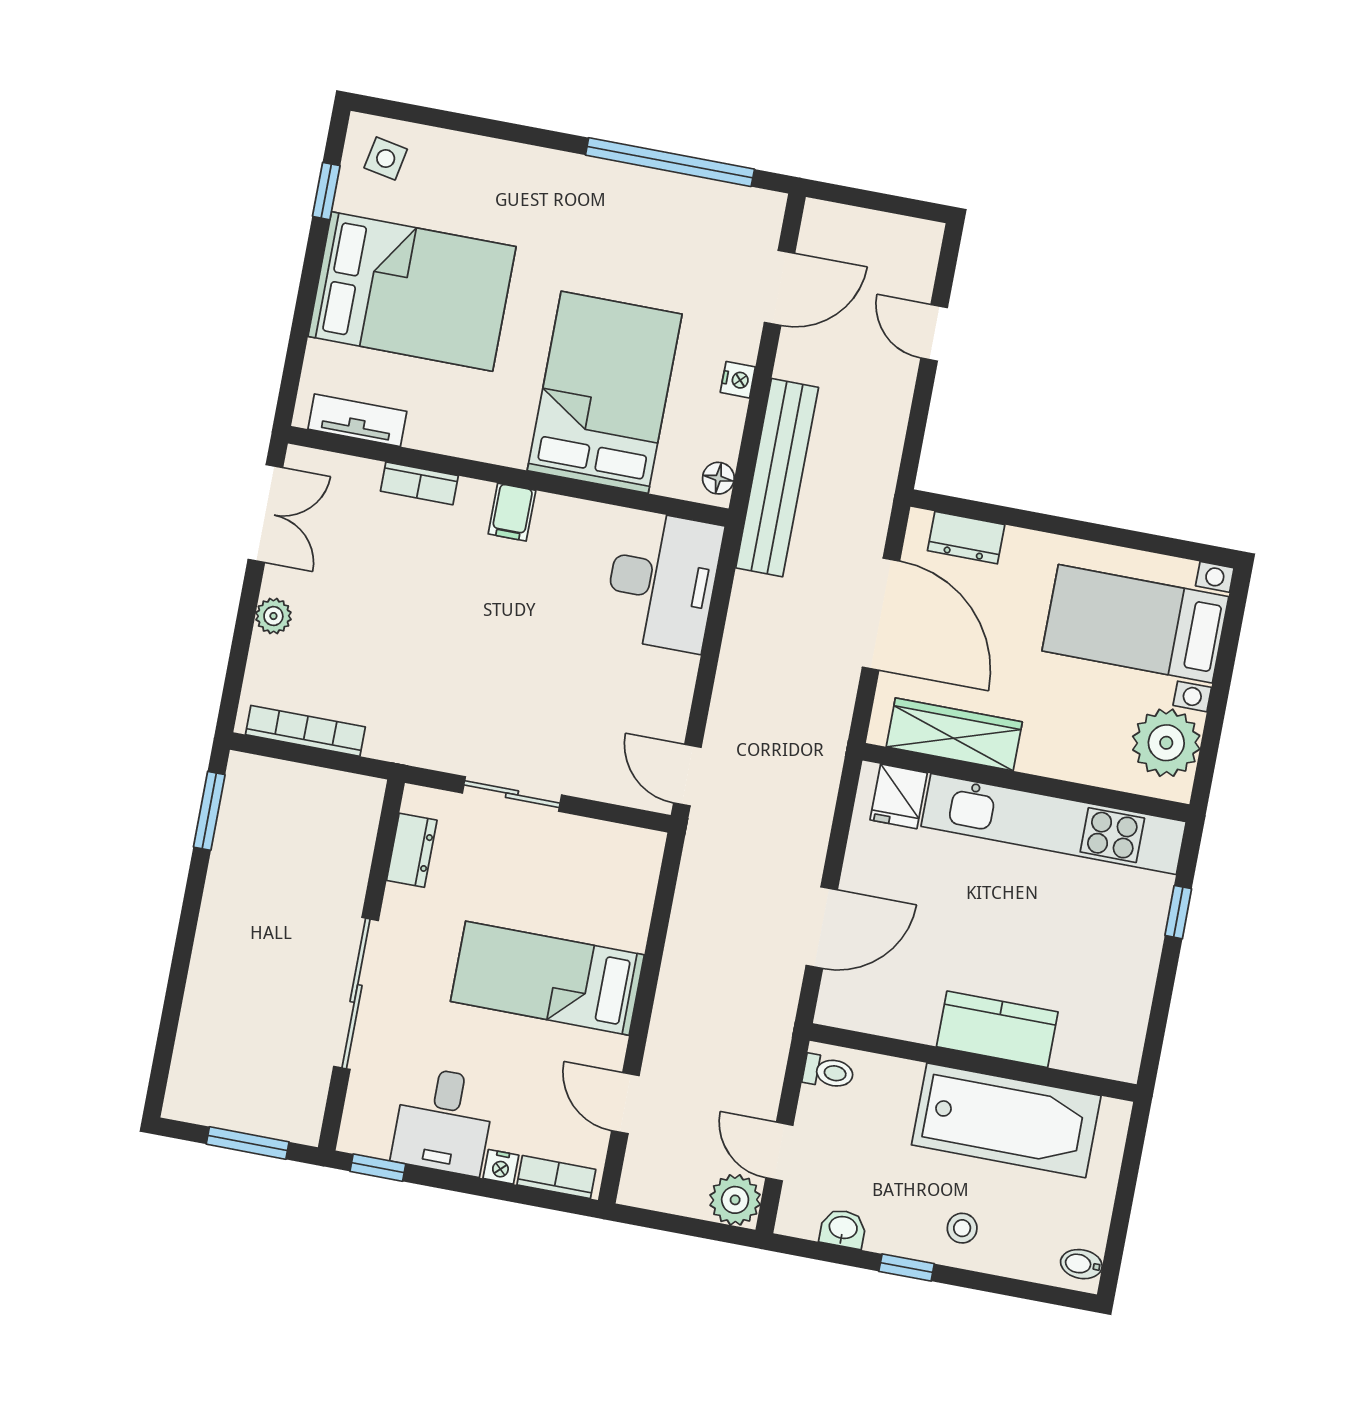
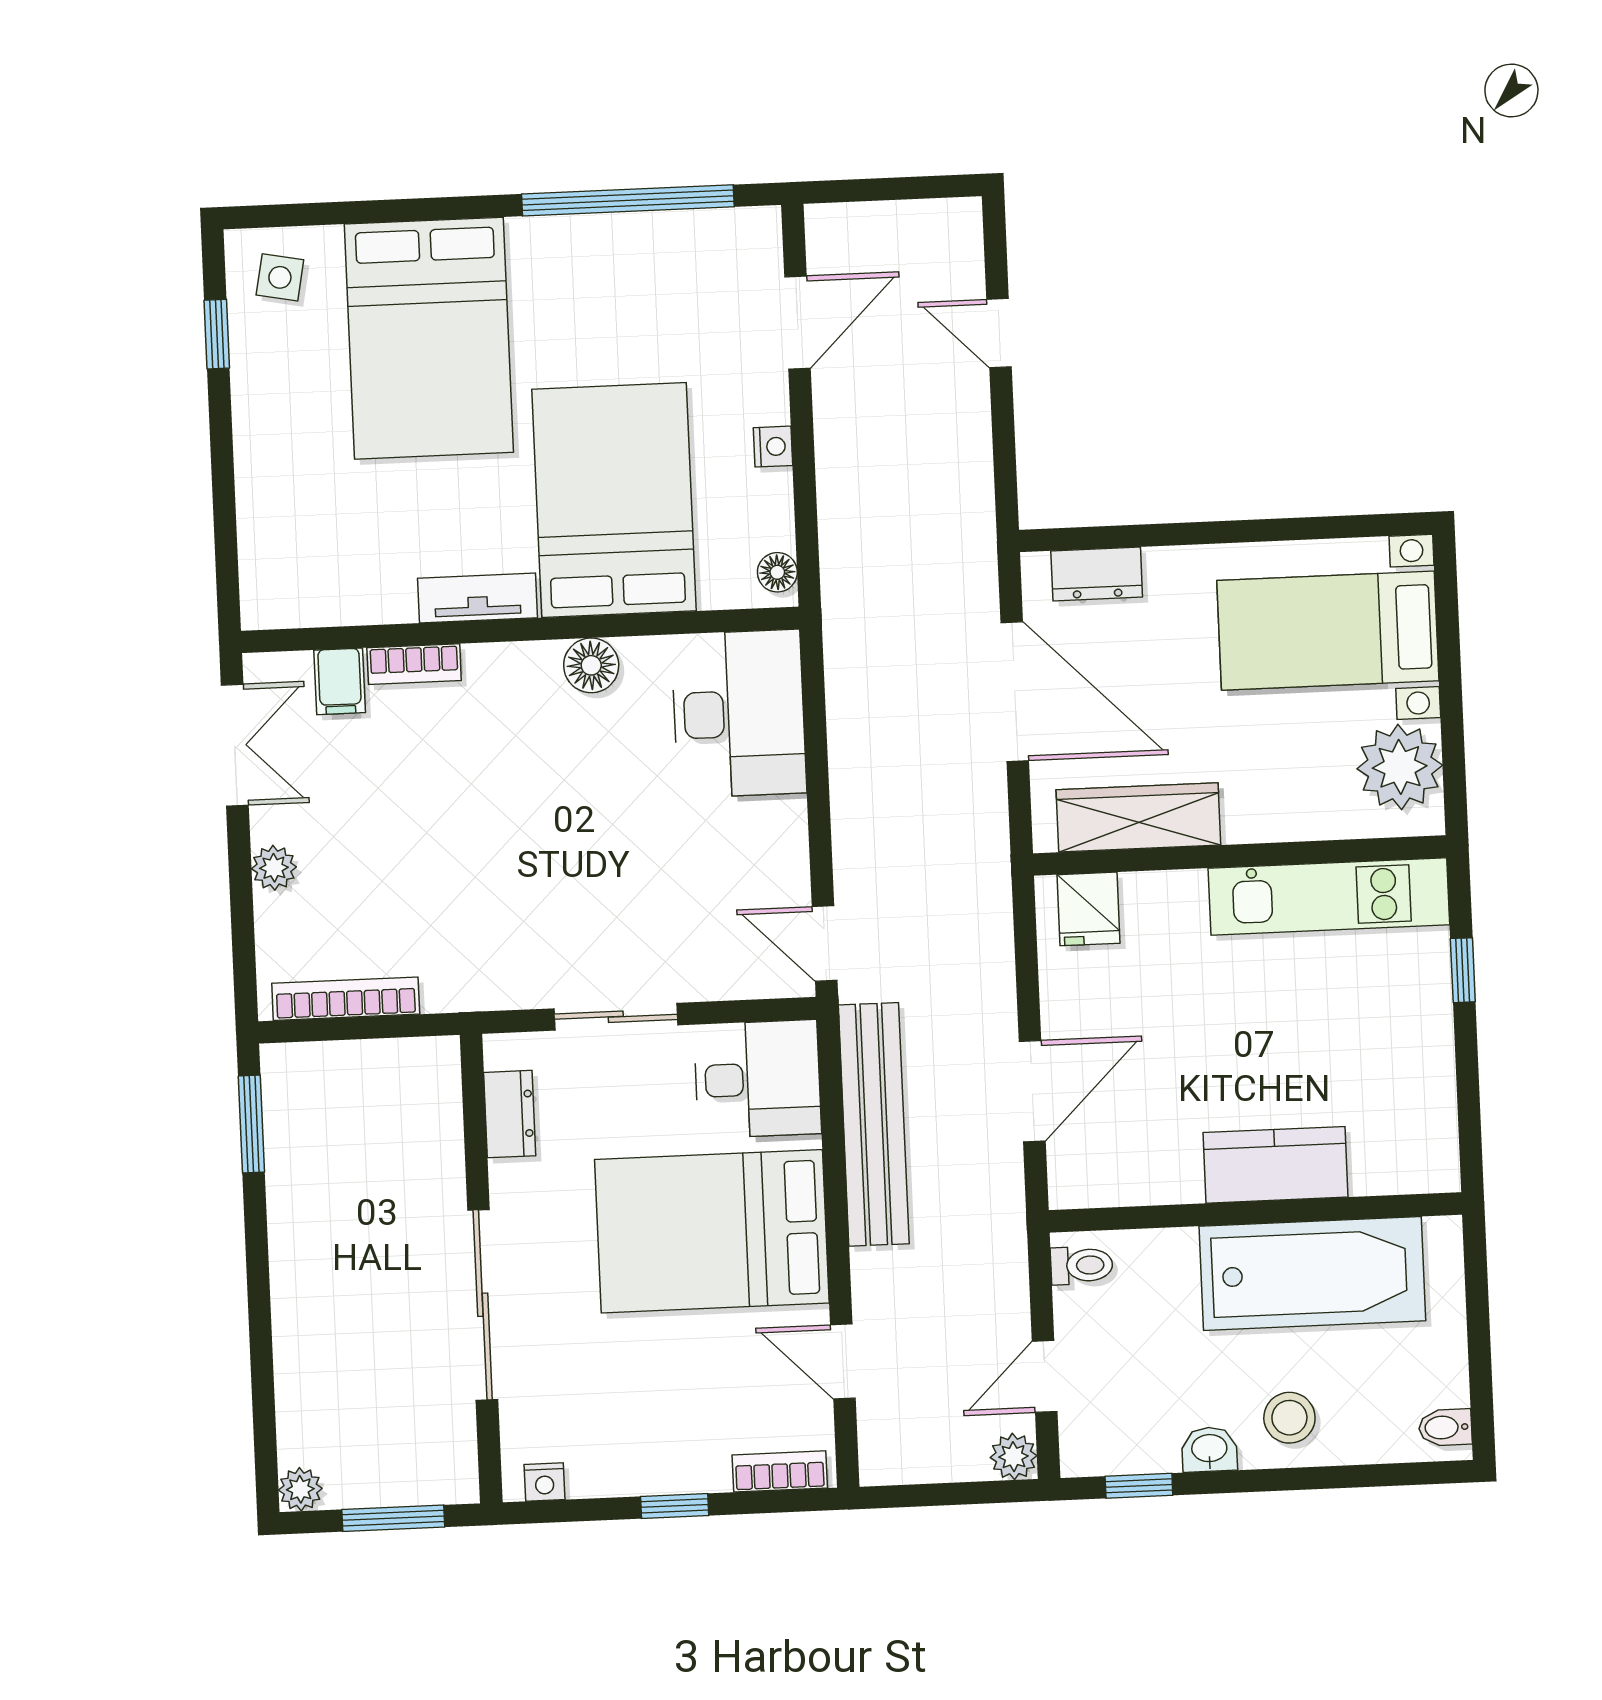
bed: (412, 291) -> (429, 338), moved, turned 90
tv unit: (357, 420) -> (478, 598), moved
bench: (777, 478) -> (874, 1124), moved
filing cabinet: (512, 512) -> (340, 681), moved
floor lamp: (557, 517) -> (591, 665), added
kitchen unit: (1054, 824) -> (1329, 896), width x0.73
bed: (547, 978) -> (712, 1231), width x1.50
plant: (181, 1104) -> (300, 1489), added
desk: (444, 1121) -> (758, 1079), moved, turned -90
door: (779, 1152) -> (1045, 1376), hinge flipped
nightstand: (501, 1167) -> (544, 1482), moved
window: (378, 1168) -> (675, 1506), moved
plant: (735, 1200) -> (1014, 1457), width x0.73, depth x0.73
stool: (962, 1228) -> (1289, 1418), width x1.37, depth x1.37
washbasin: (843, 1229) -> (1209, 1449), moved
window: (907, 1267) -> (1139, 1486), moved

